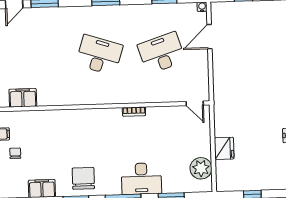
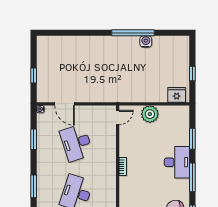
fridge: (224, 148) -> (177, 95), moved
plant: (201, 168) -> (150, 114), moved

